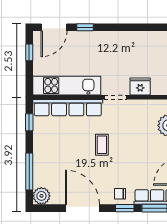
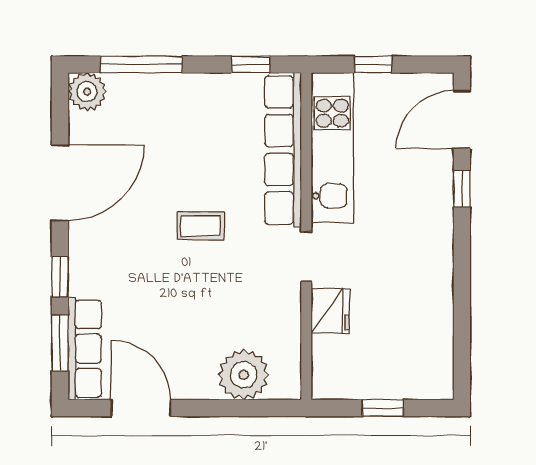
door: (54, 27) -> (462, 120), hinge flipped
window: (29, 52) -> (373, 64), moved
chair: (120, 194) -> (92, 266), removed

